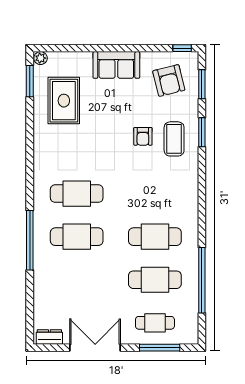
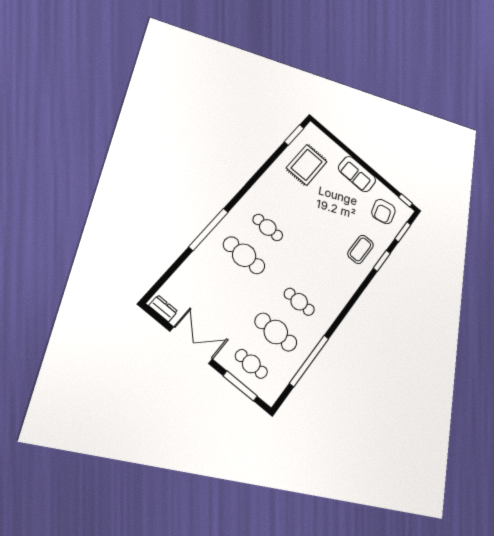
plant: (40, 58) -> (312, 129), removed
armchair: (143, 136) -> (341, 230), removed
cafe table: (77, 194) -> (268, 227), width x0.73, depth x0.74
cafe table: (155, 237) -> (299, 302), width x0.73, depth x0.74

